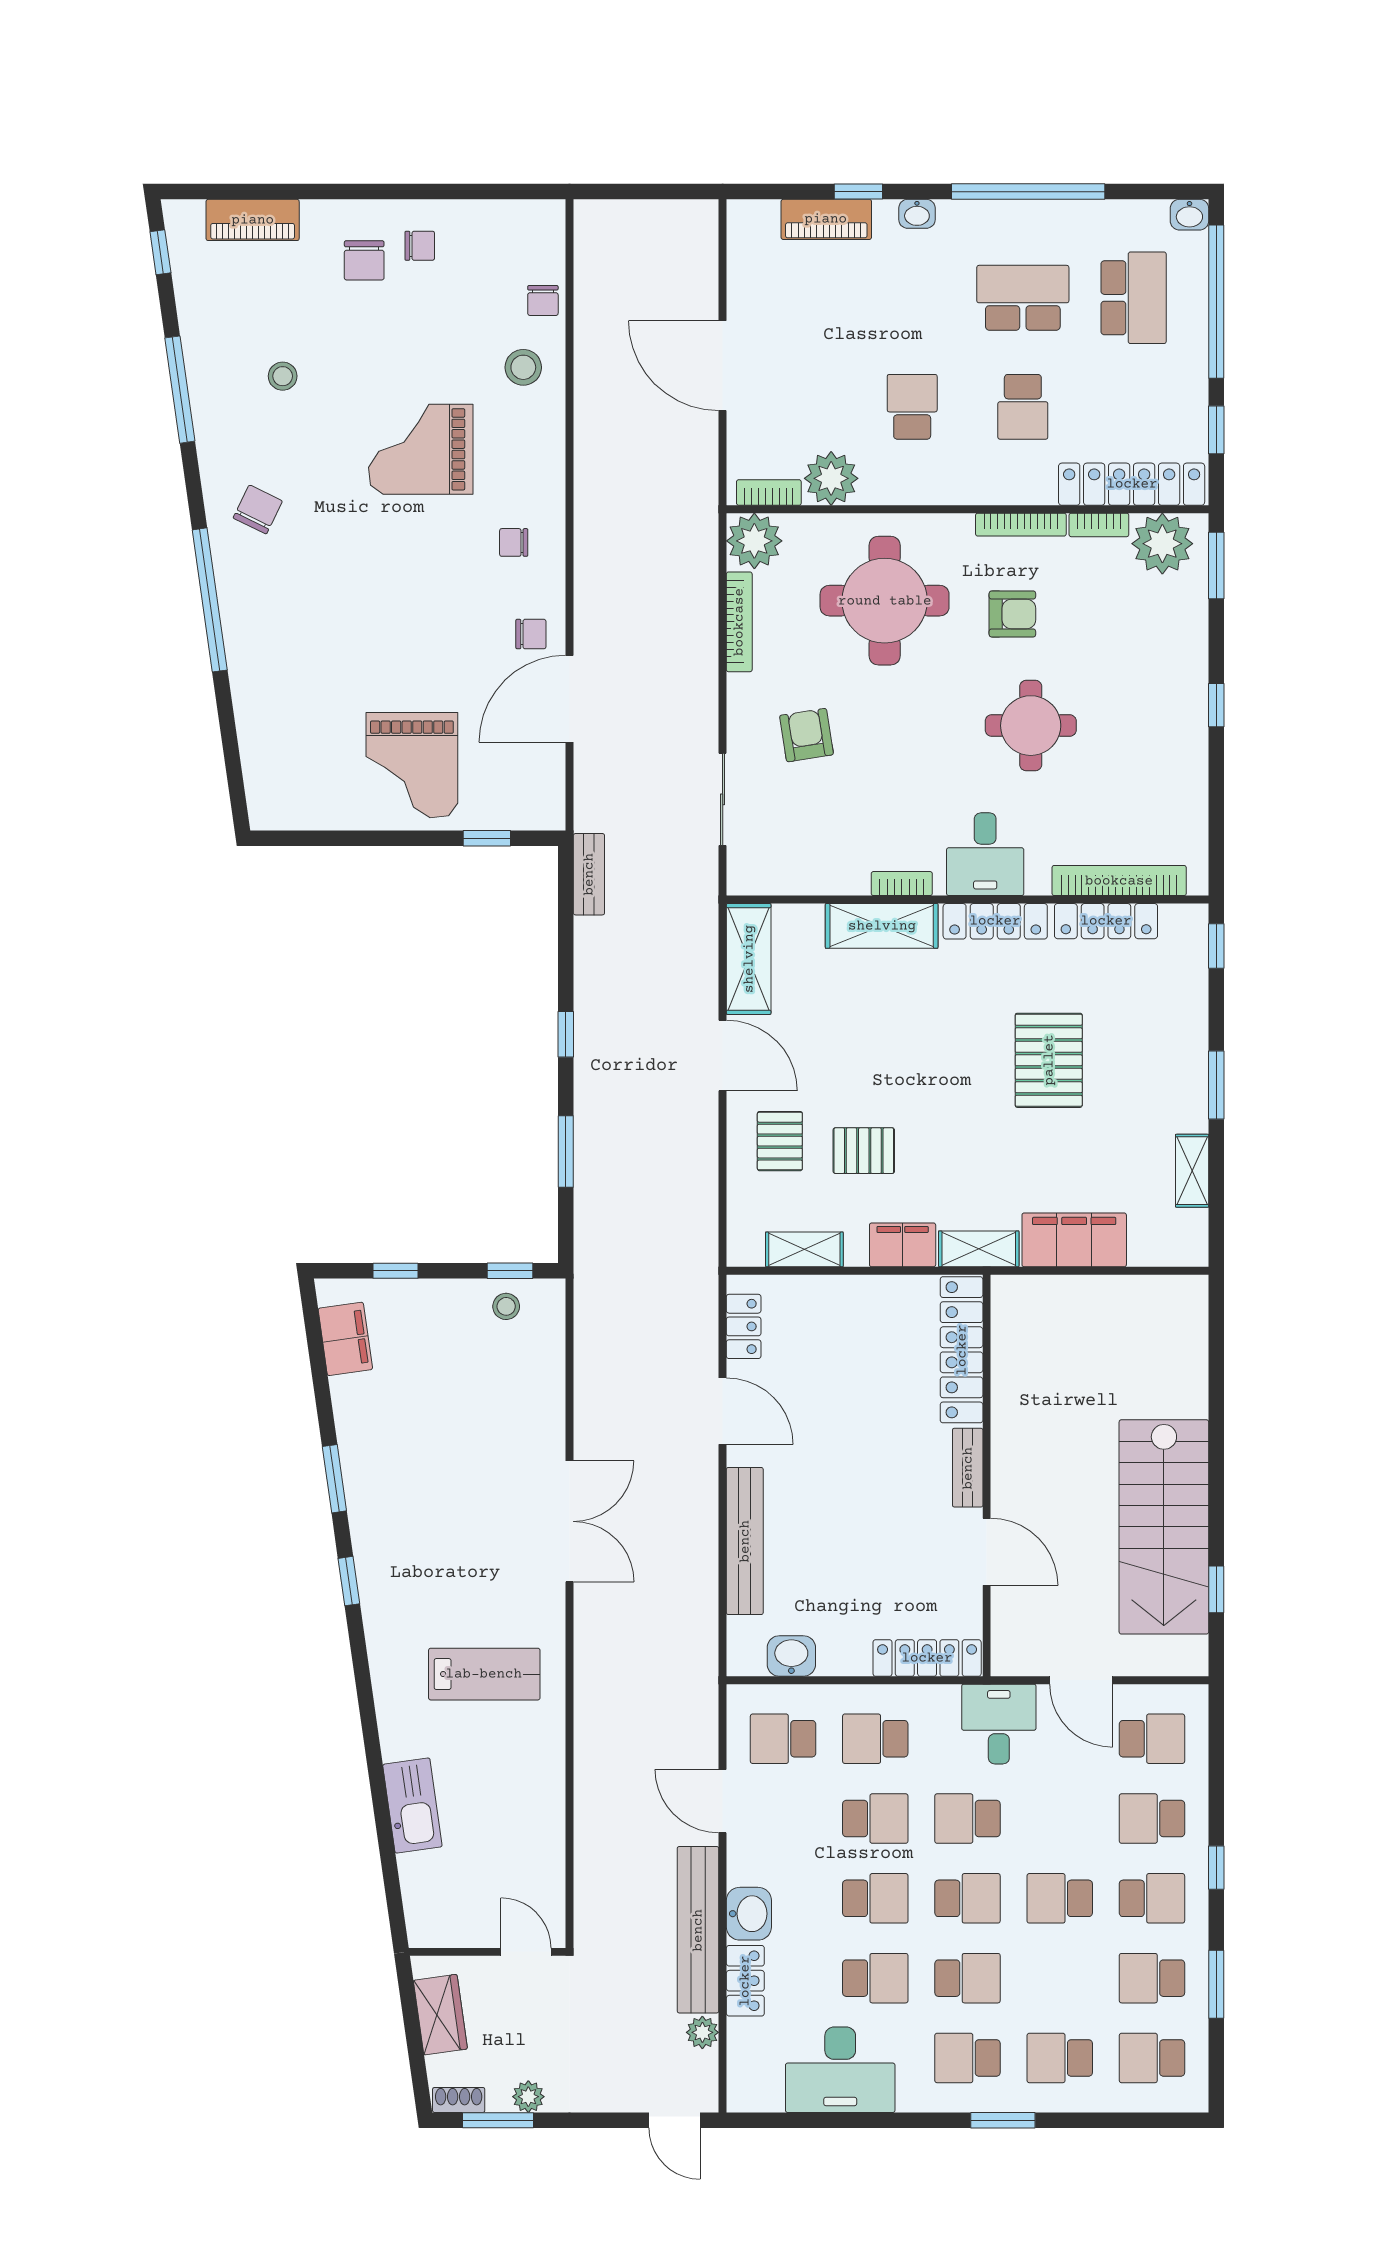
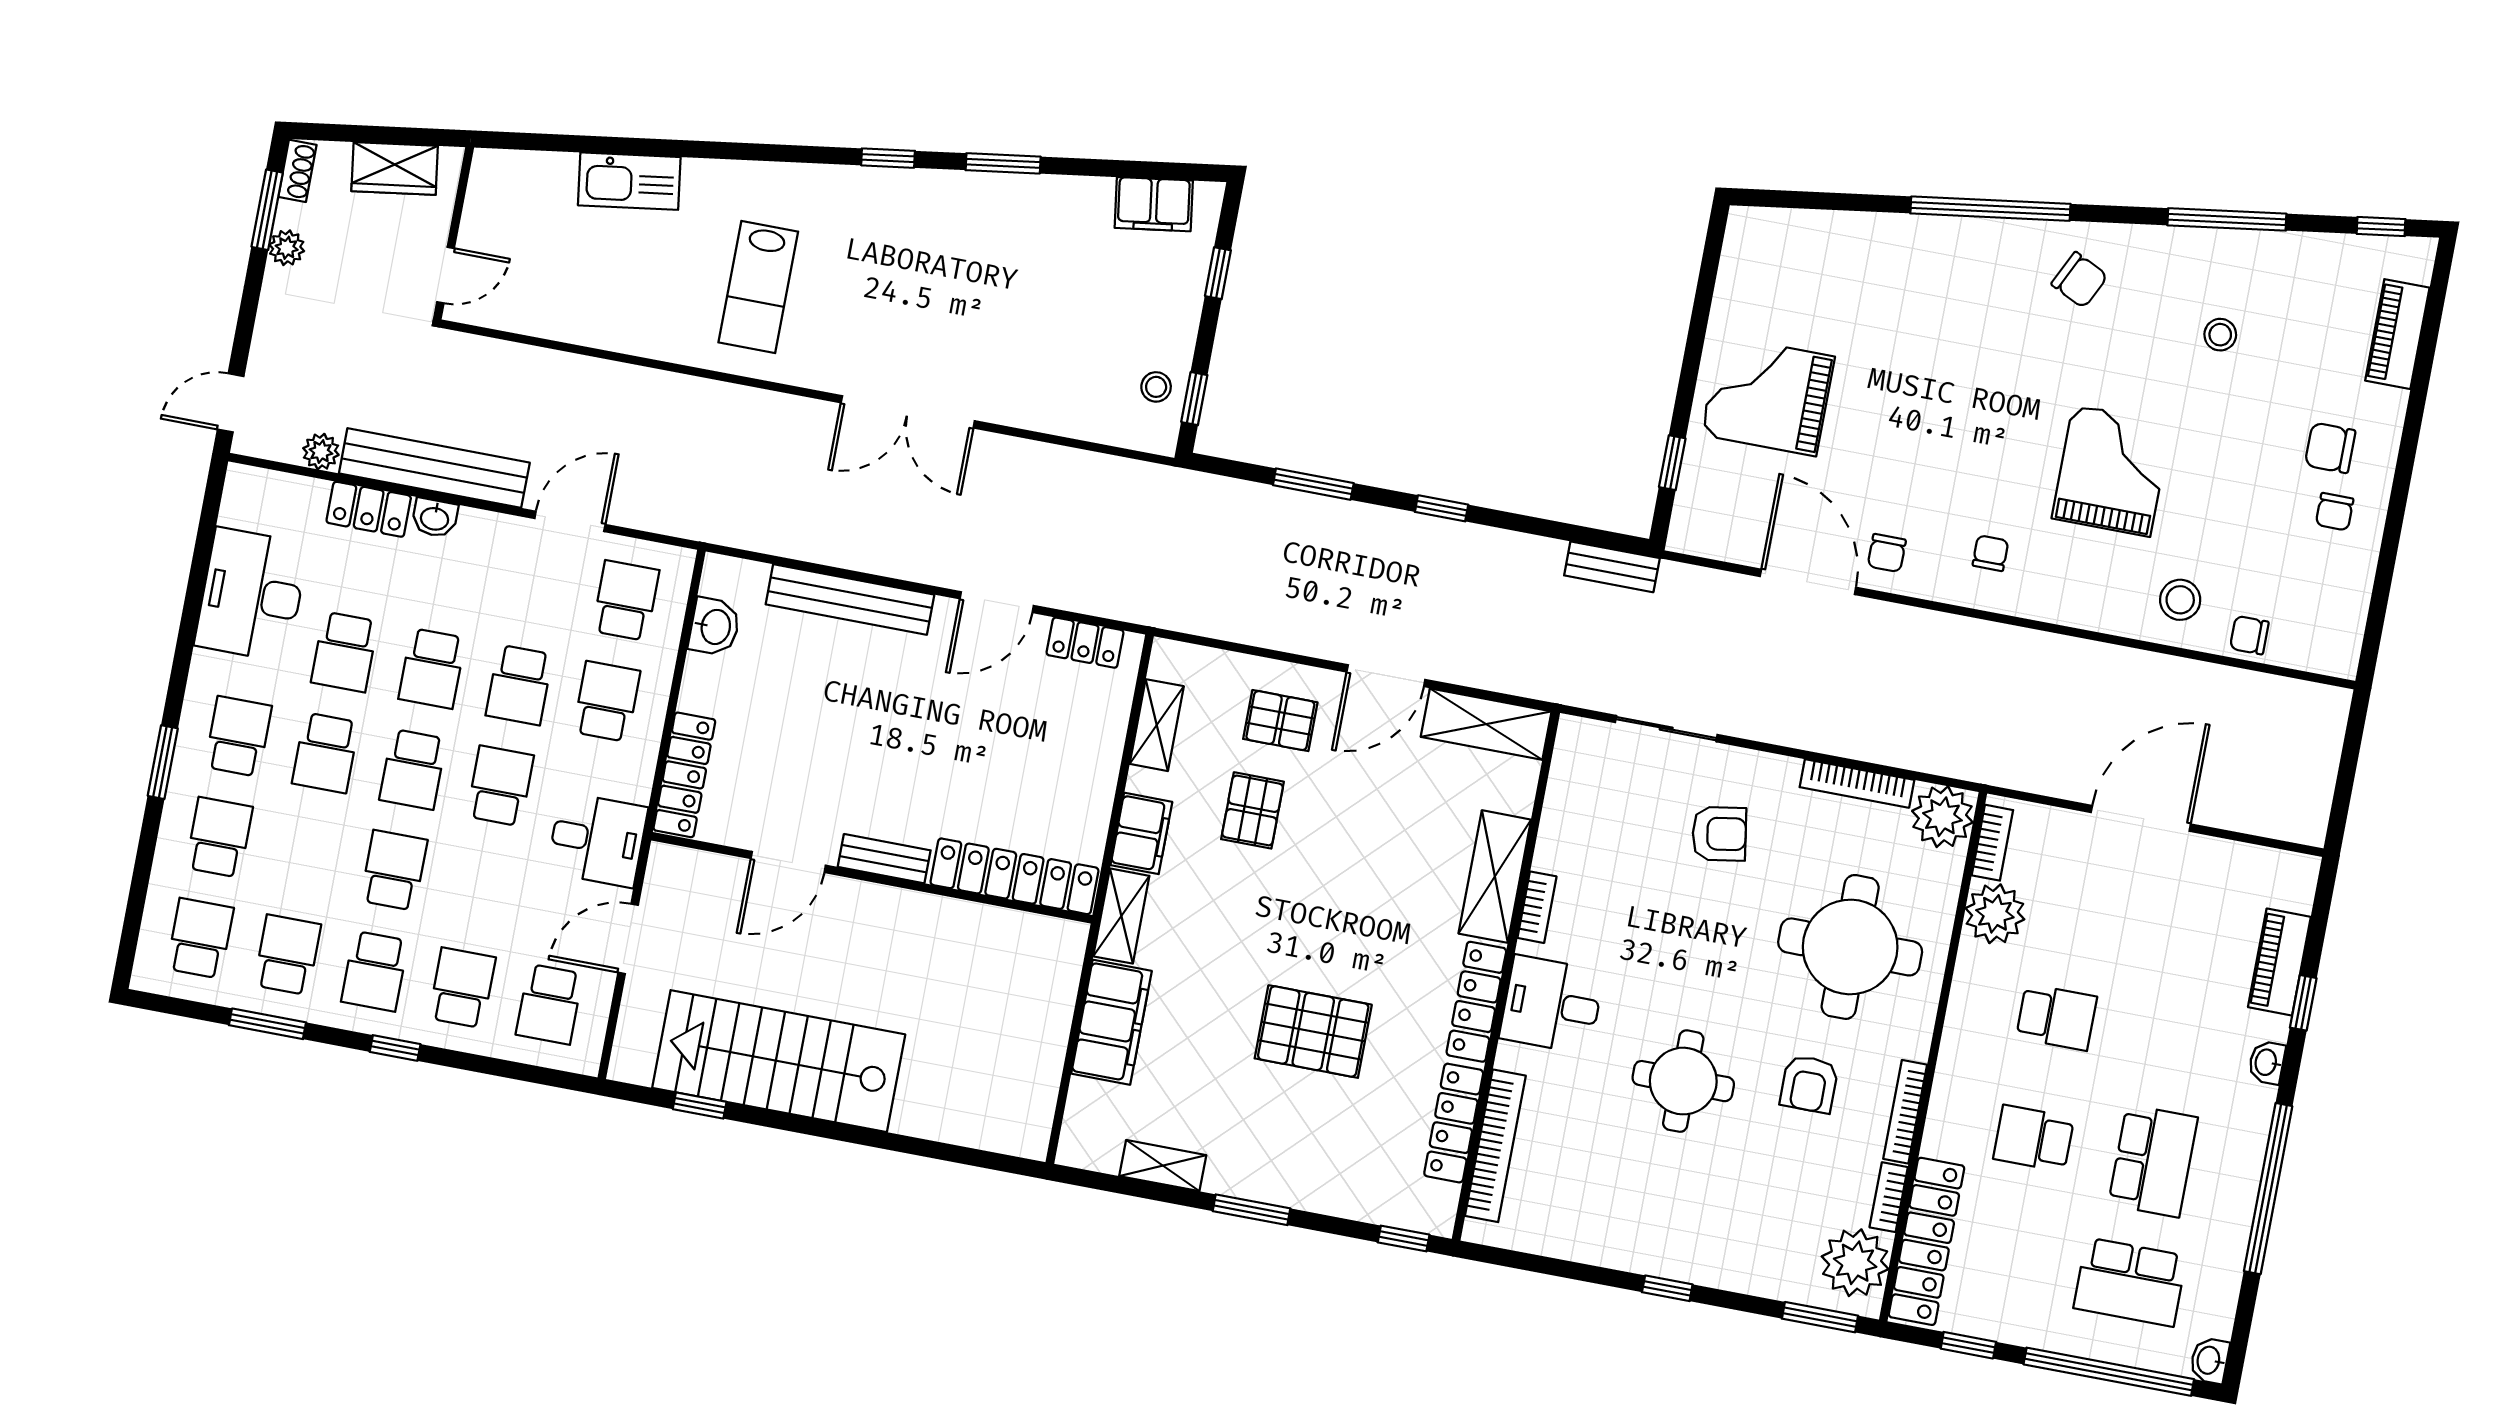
washbasin: (749, 1914) -> (435, 518), width x0.72, depth x0.69

